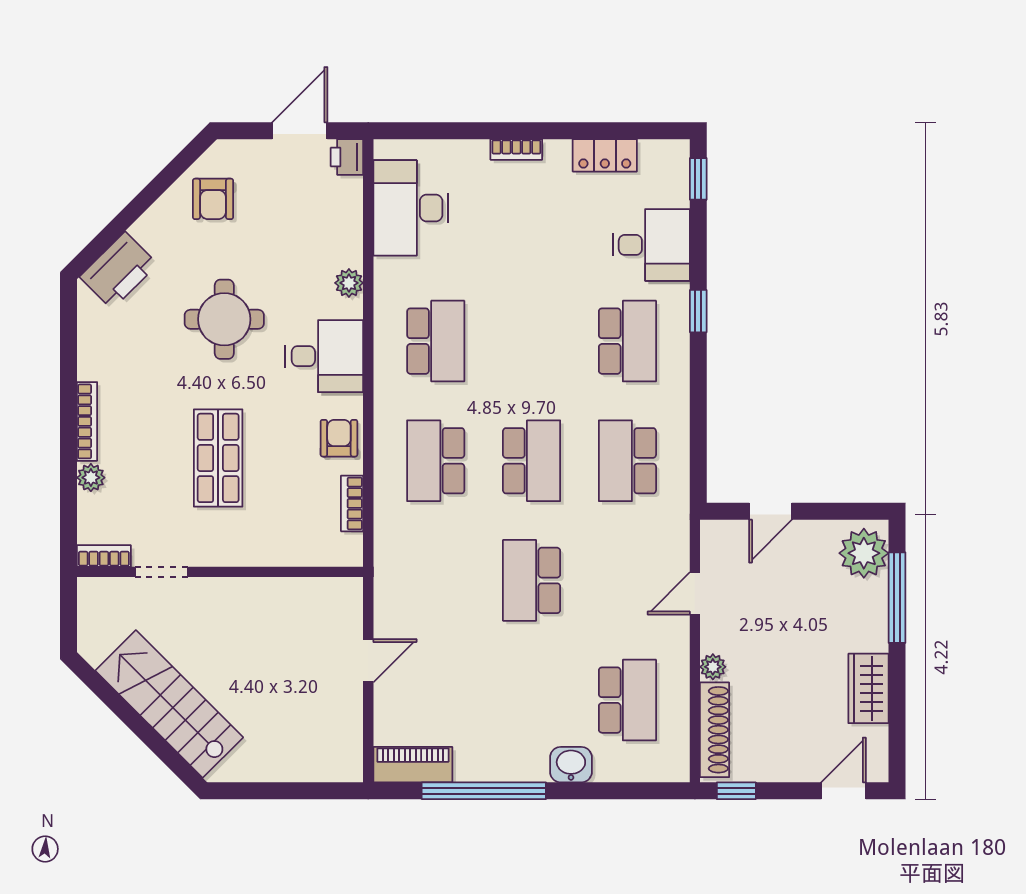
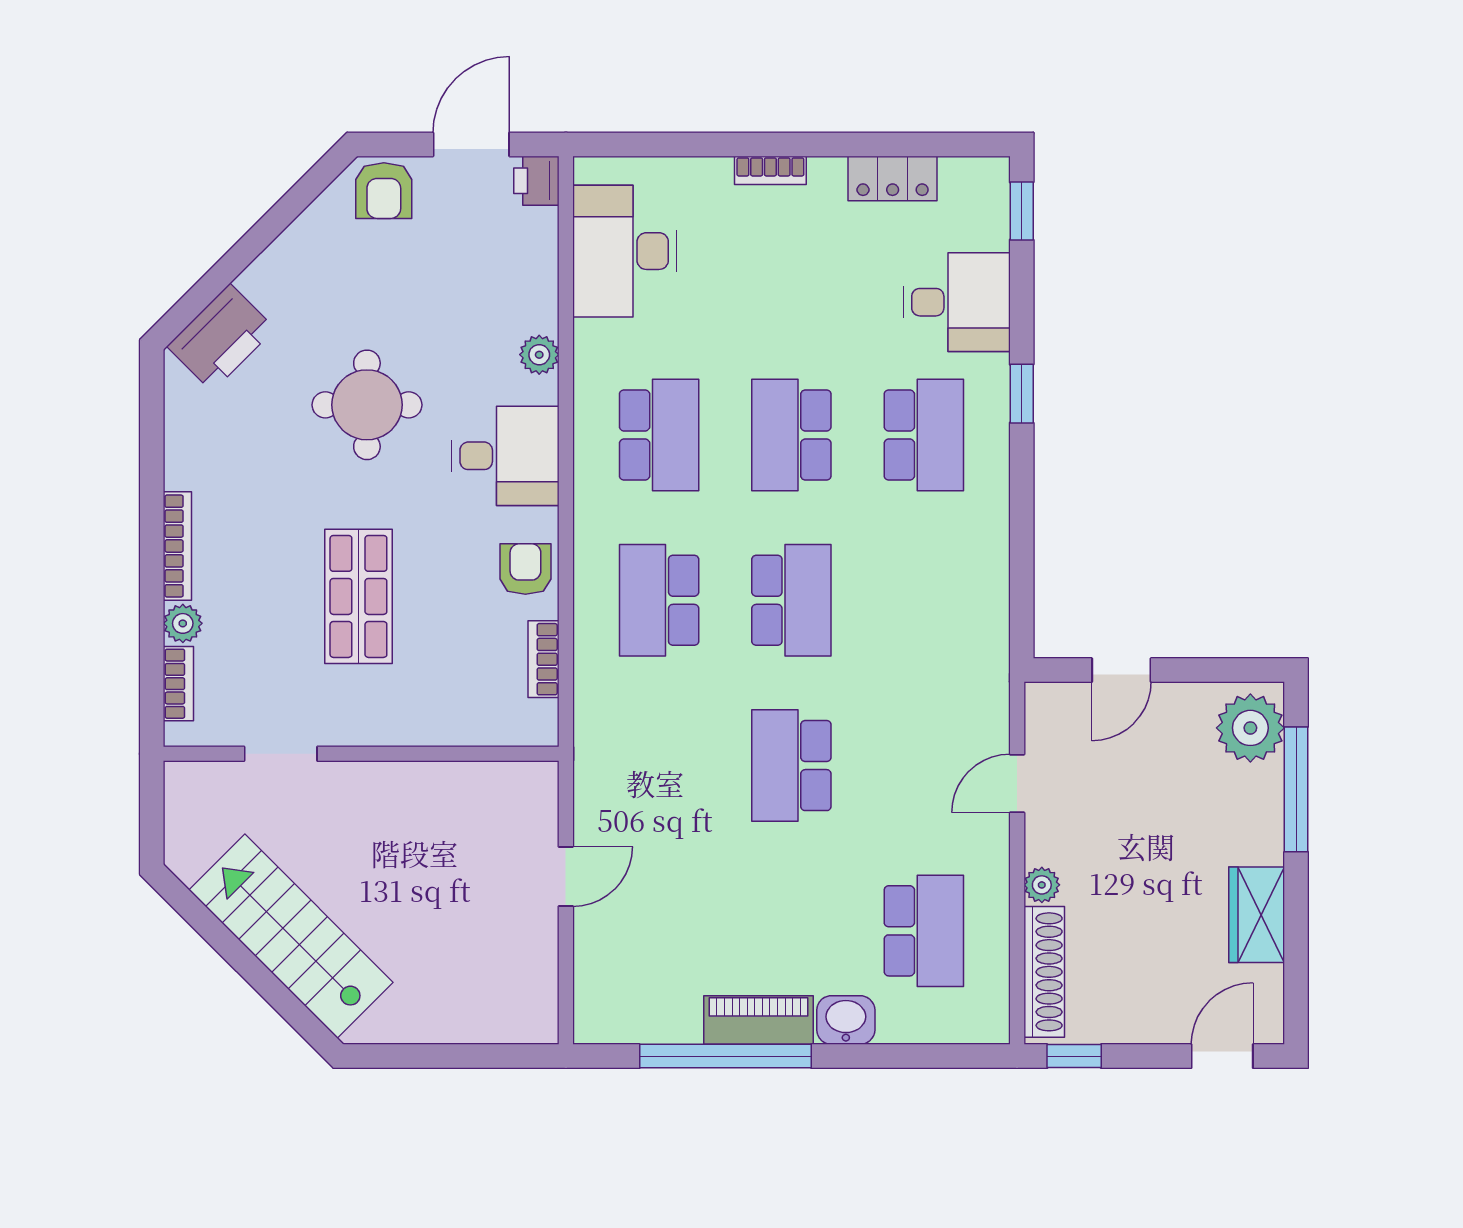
armchair: (213, 199) -> (384, 191), moved
school desk: (627, 461) -> (791, 435), moved
bookcase: (104, 556) -> (178, 684), moved, turned 90
piano: (413, 765) -> (759, 1020), moved

